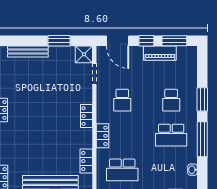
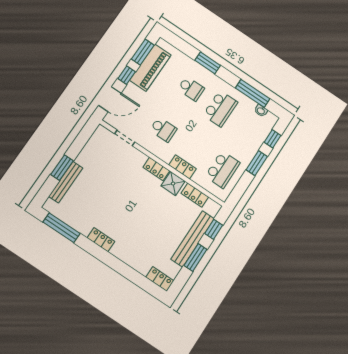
window: (59, 41) -> (62, 168), moved
piano: (160, 53) -> (150, 68), width x1.37, depth x1.33
shower: (84, 54) -> (173, 184), moved
window: (202, 139) -> (253, 93), moved

